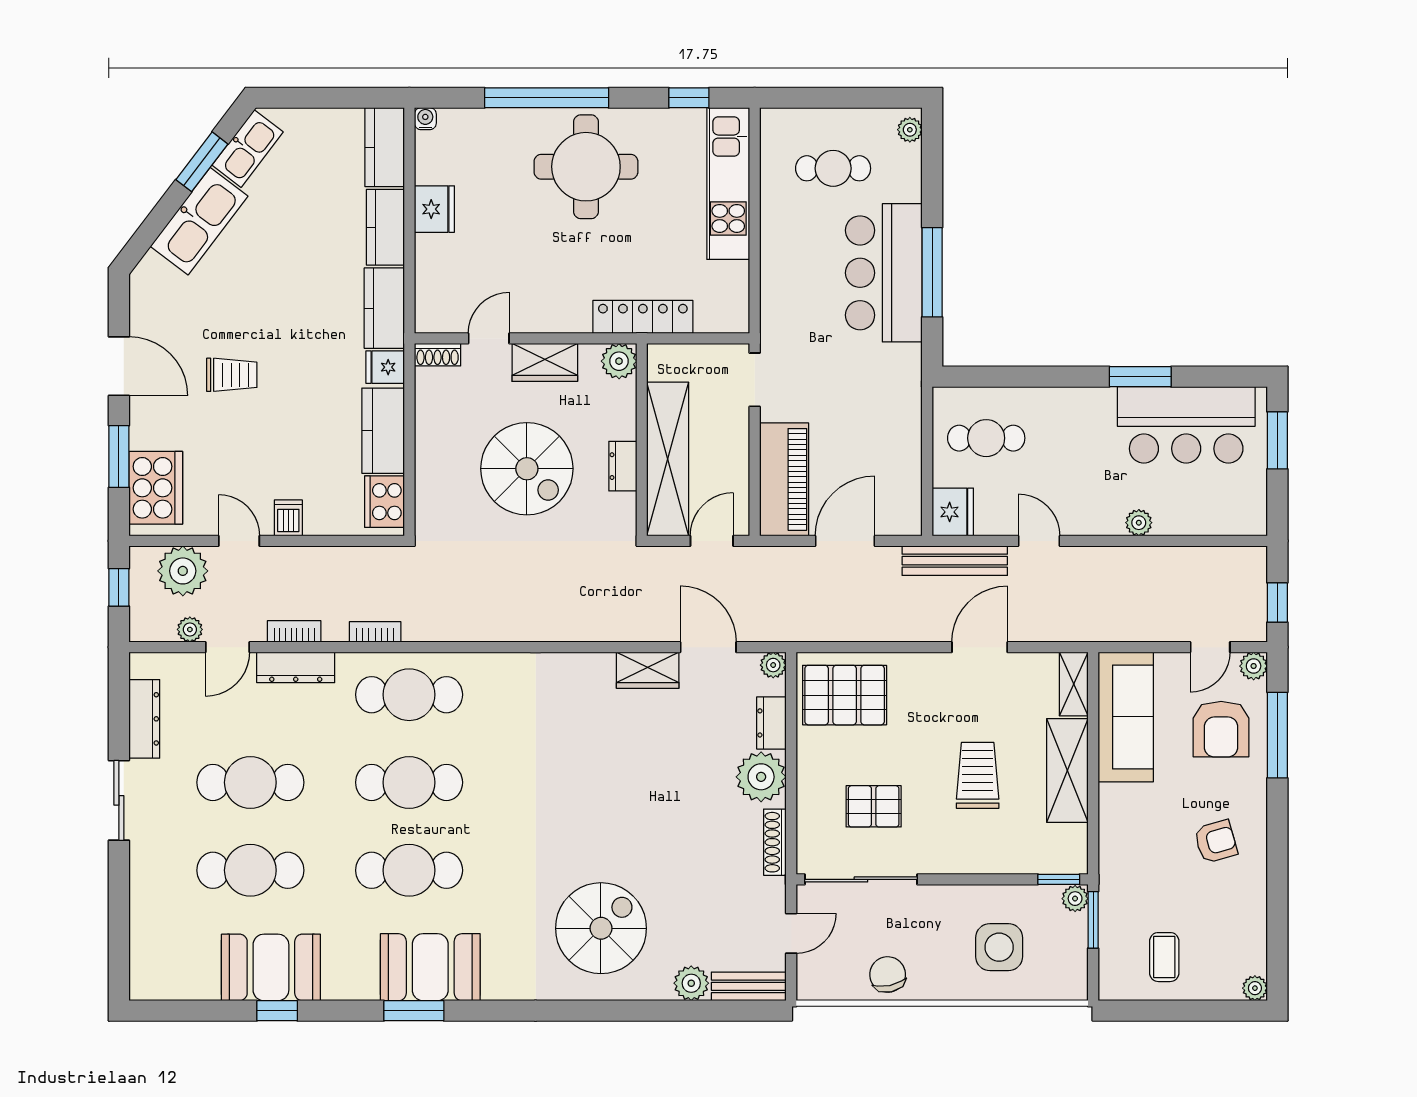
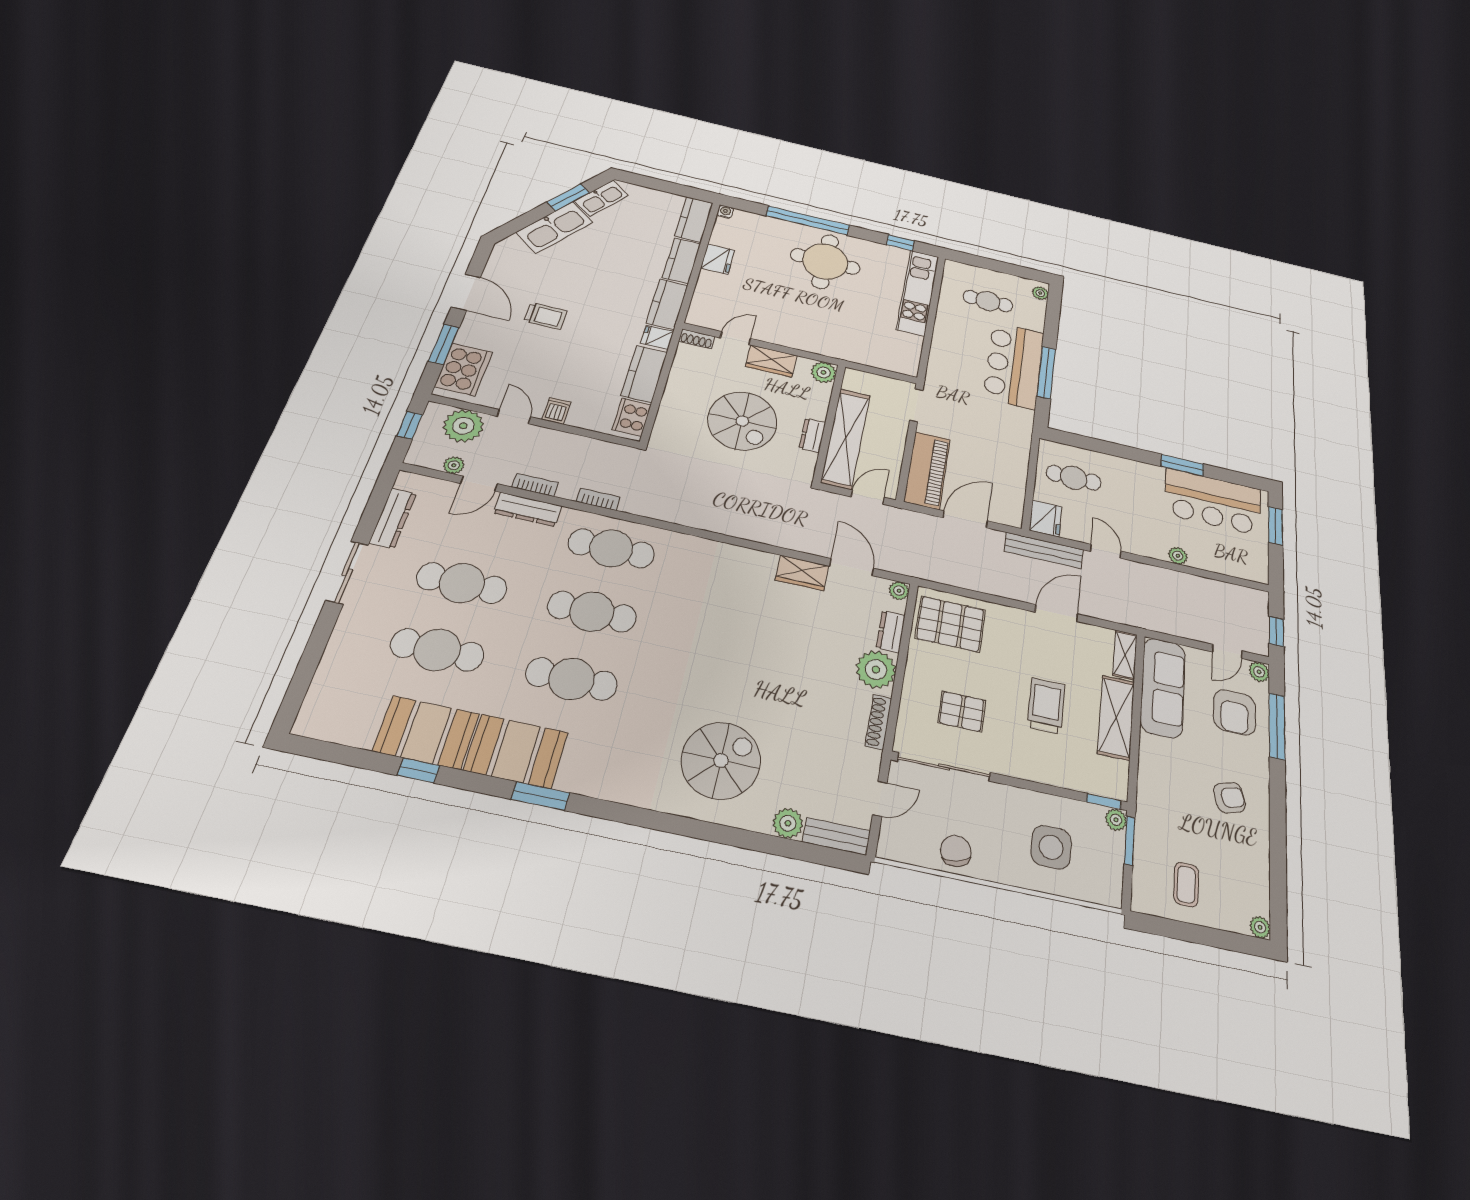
locker: (643, 317) -> (846, 351), removed
booth: (430, 967) -> (516, 751), moved

